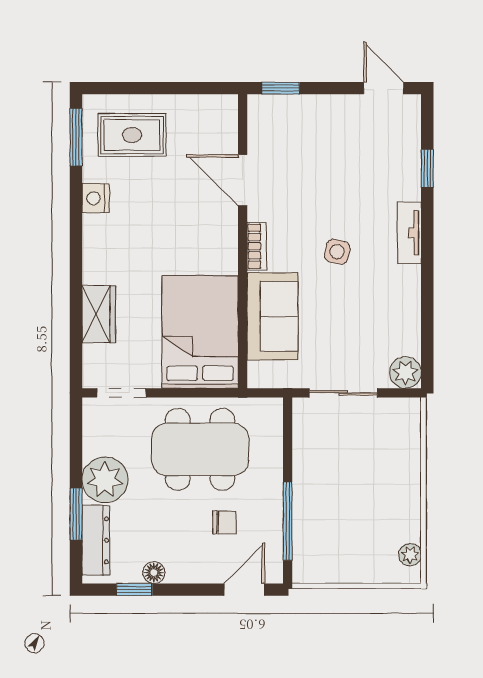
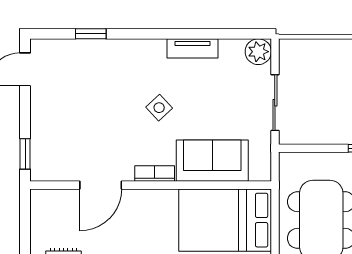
tv unit: (409, 233) -> (193, 48), moved
side table: (337, 252) -> (159, 108), turned 36

